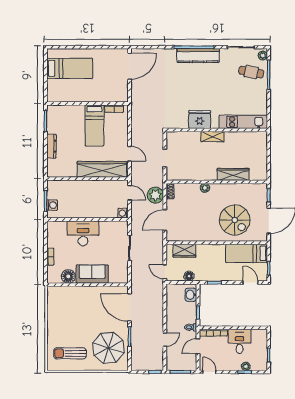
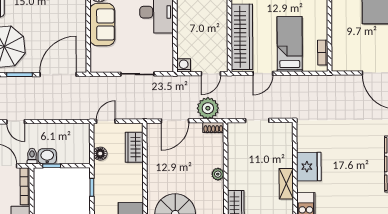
bed: (94, 125) -> (290, 44), moved, turned 90
door: (165, 220) -> (175, 121), swing flipped
washbasin: (191, 295) -> (47, 156), moved

